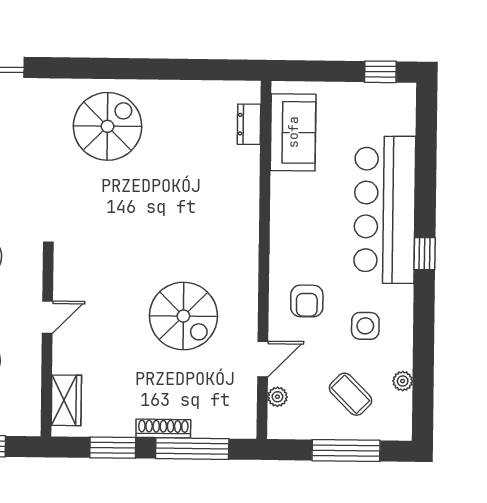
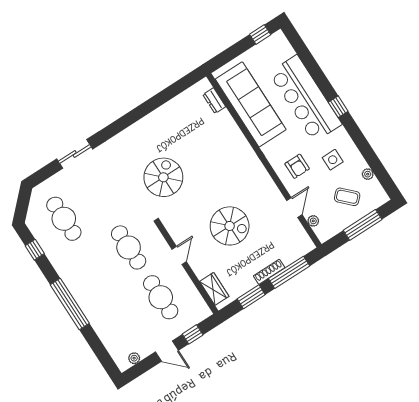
spiral stairs: (108, 126) -> (163, 177), moved
sofa: (293, 132) -> (251, 104), width x1.85, depth x1.27
spiral stairs: (183, 316) -> (230, 226), moved

